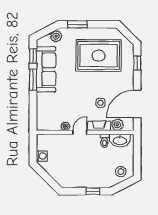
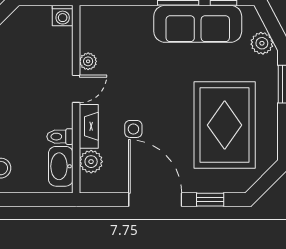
door: (137, 104) -> (155, 200), moved
door: (80, 132) -> (76, 89), hinge flipped
washing machine: (42, 156) -> (63, 16), moved

